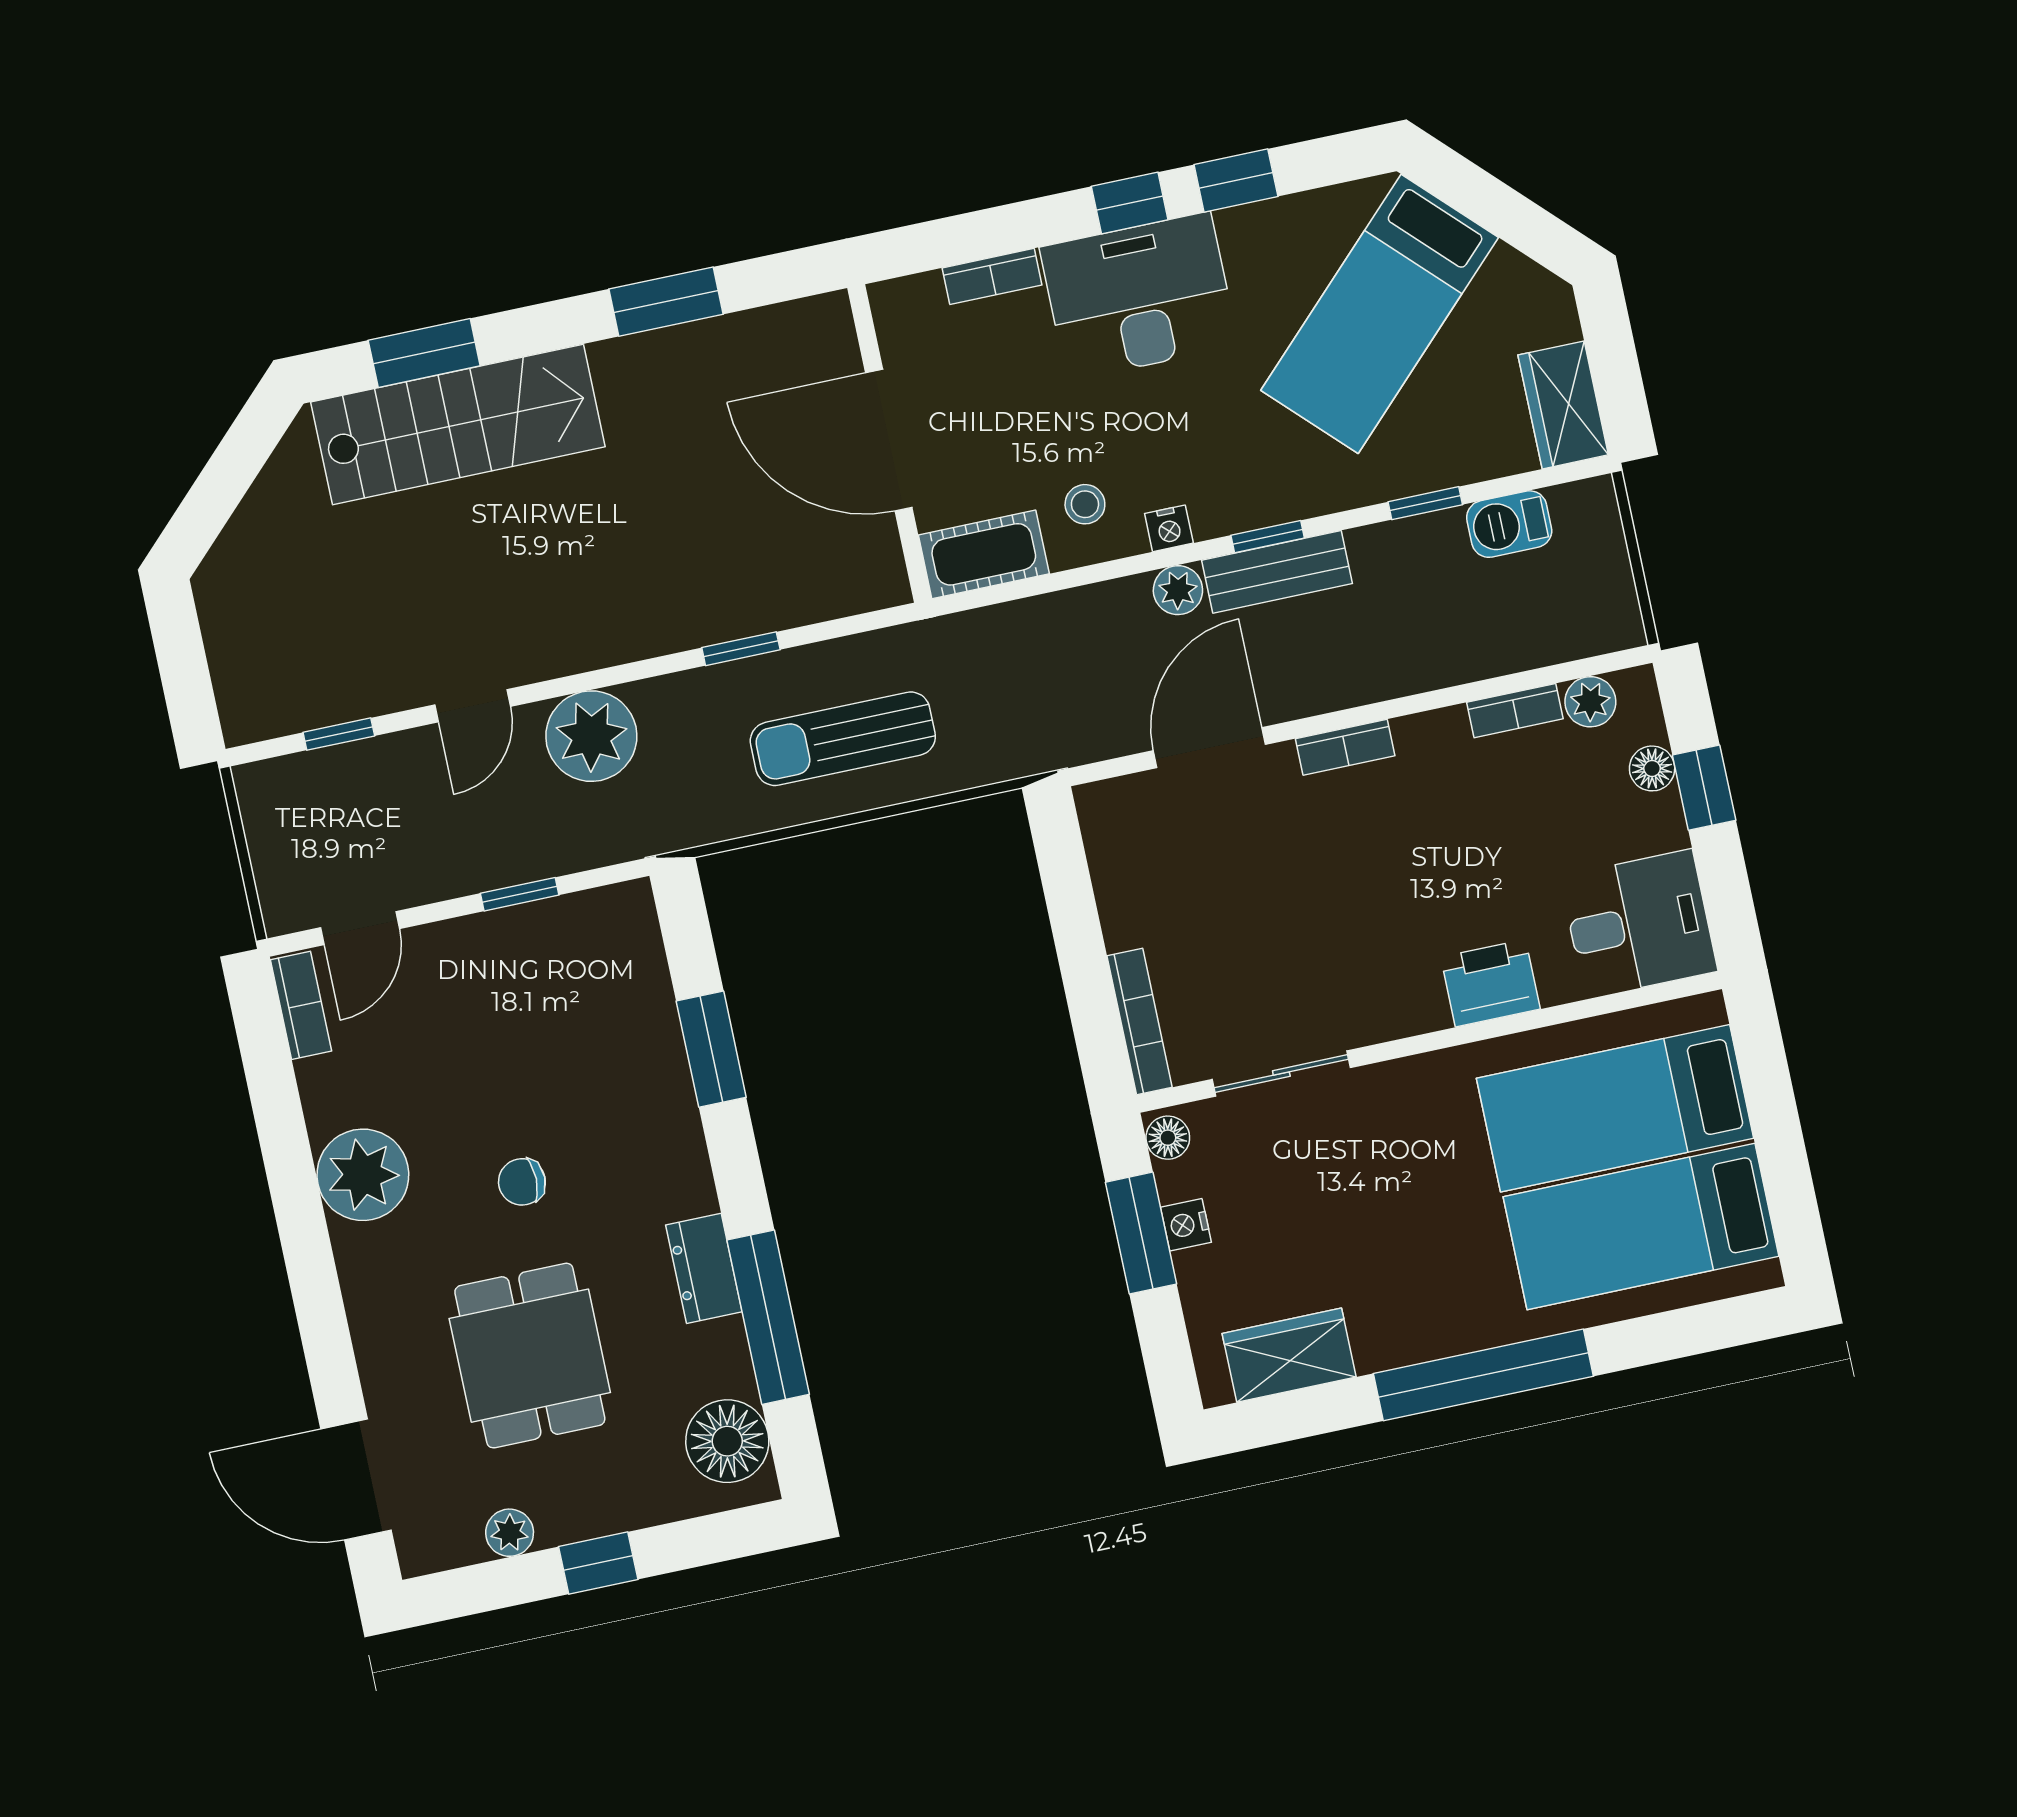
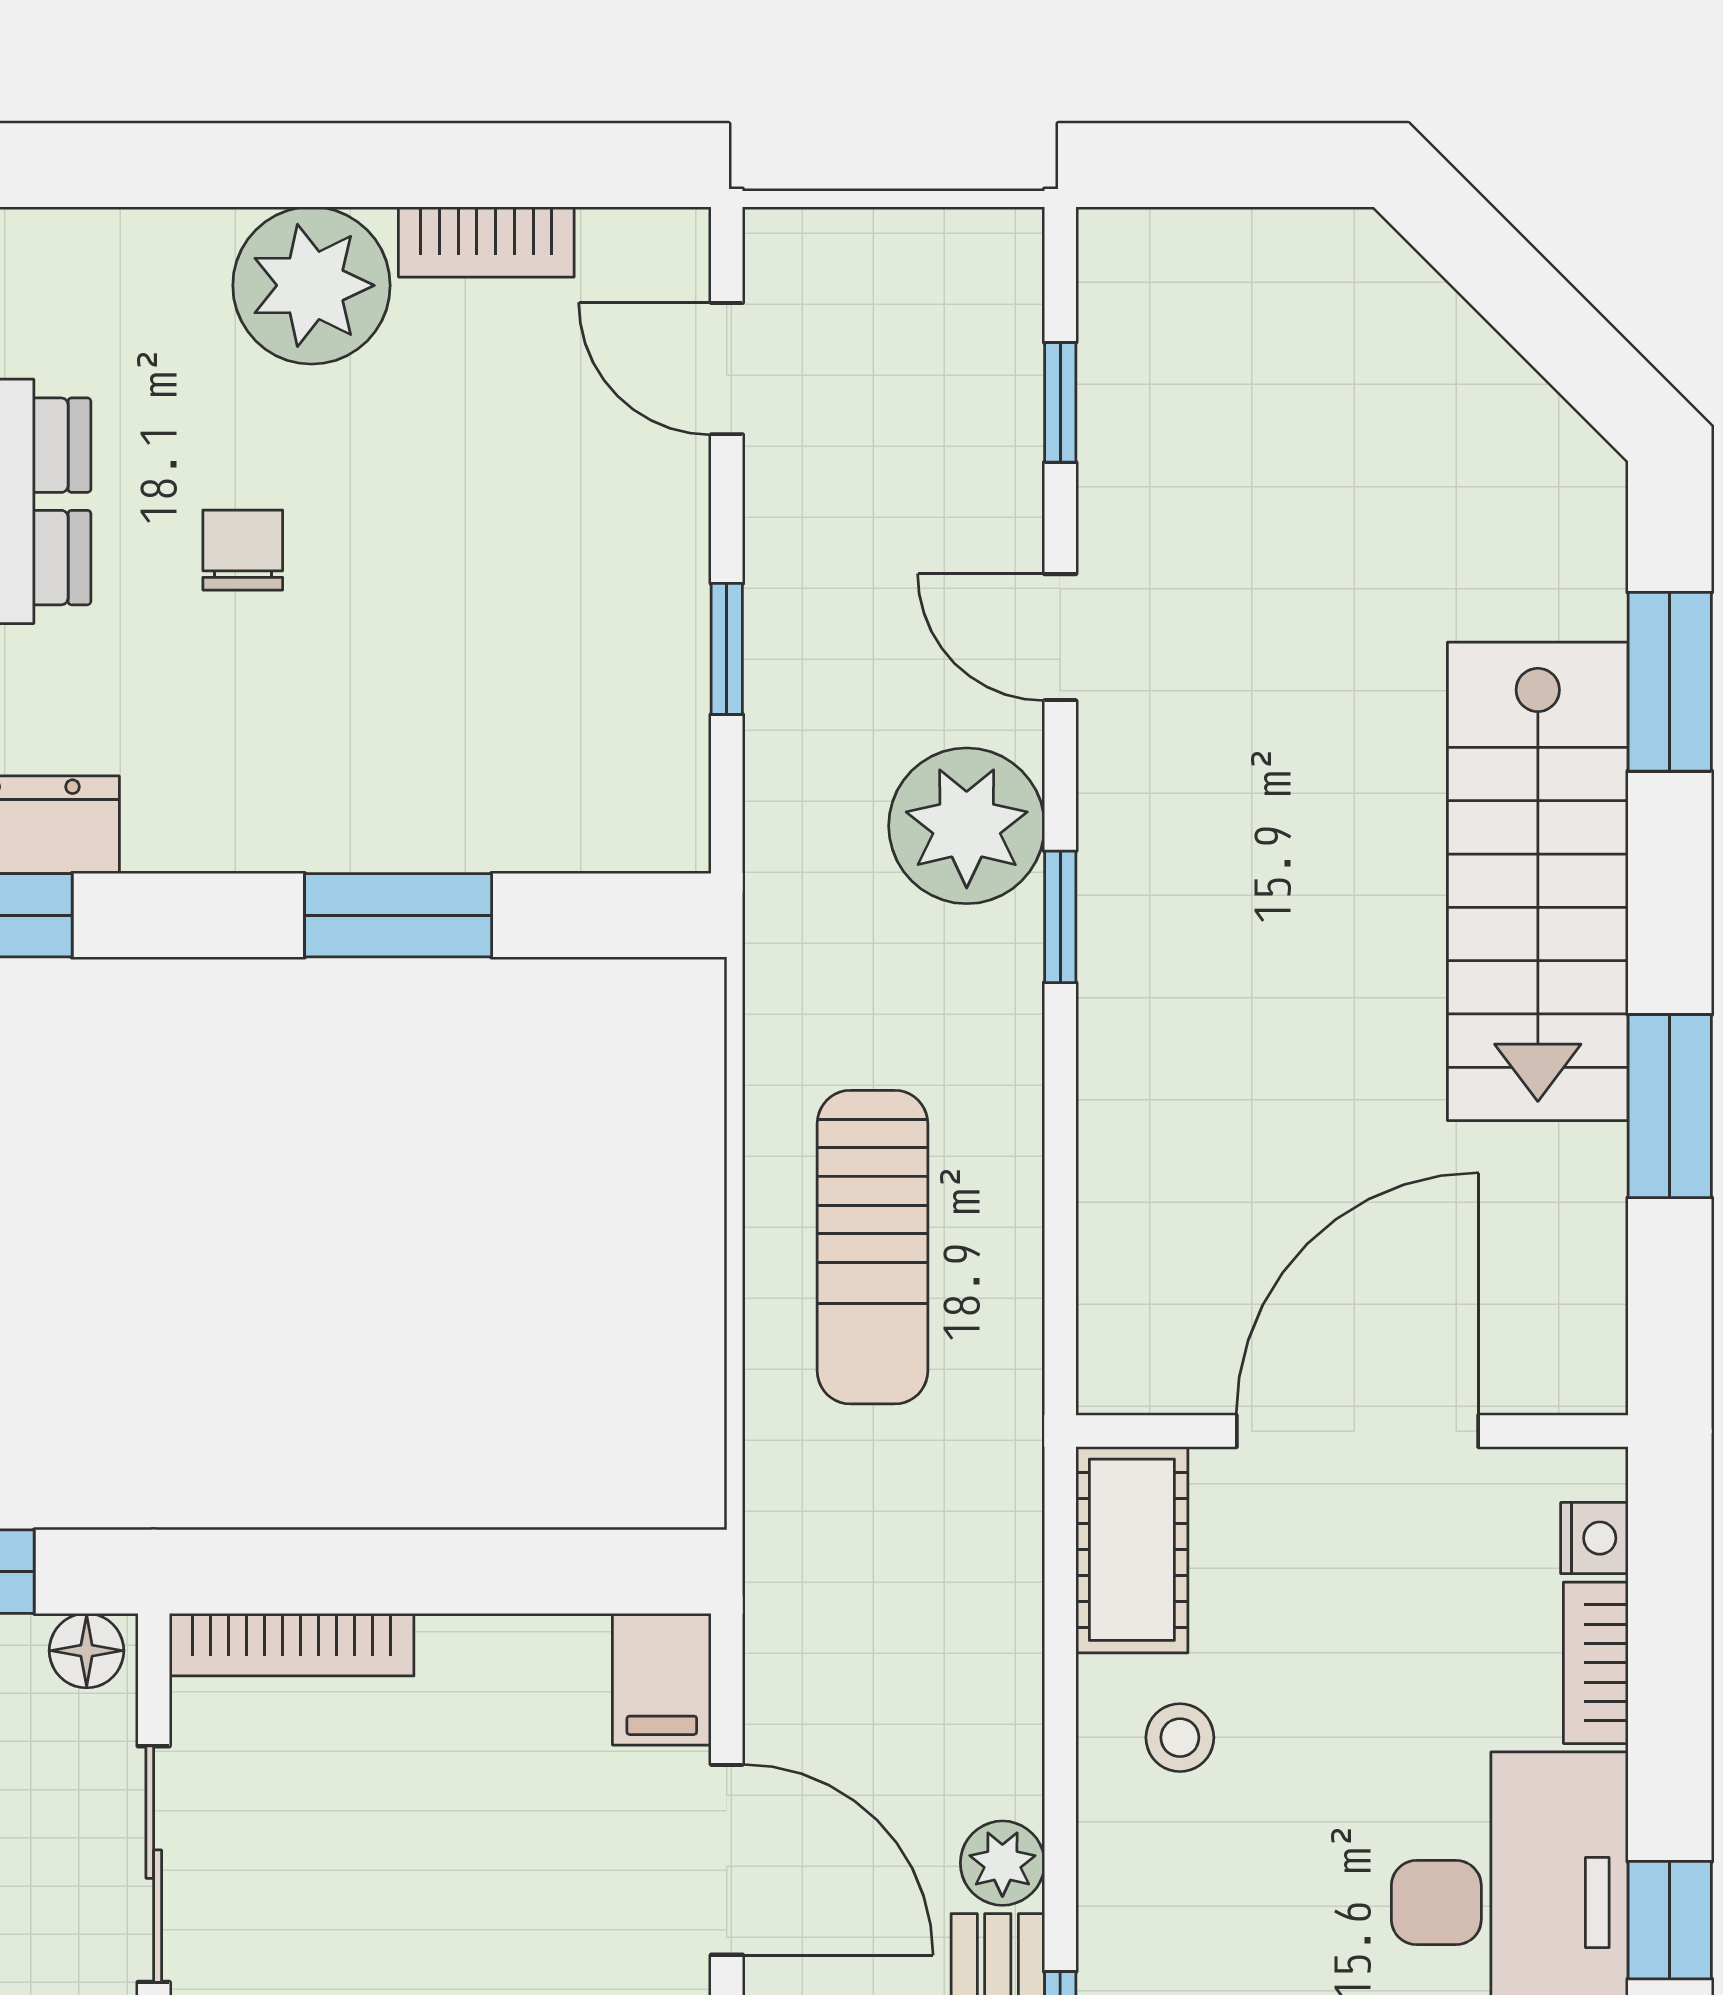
stairs: (458, 424) -> (1538, 881), moved
nightstand: (1169, 528) -> (1594, 1538), moved, turned 180
window: (741, 649) -> (1060, 917), moved
sun lounger: (843, 739) -> (872, 1247), turned 180
filing cabinet: (1114, 806) -> (662, 1679), added
bookcase: (301, 1005) -> (486, 242), moved

